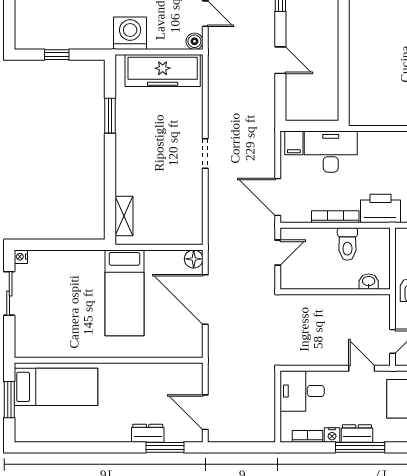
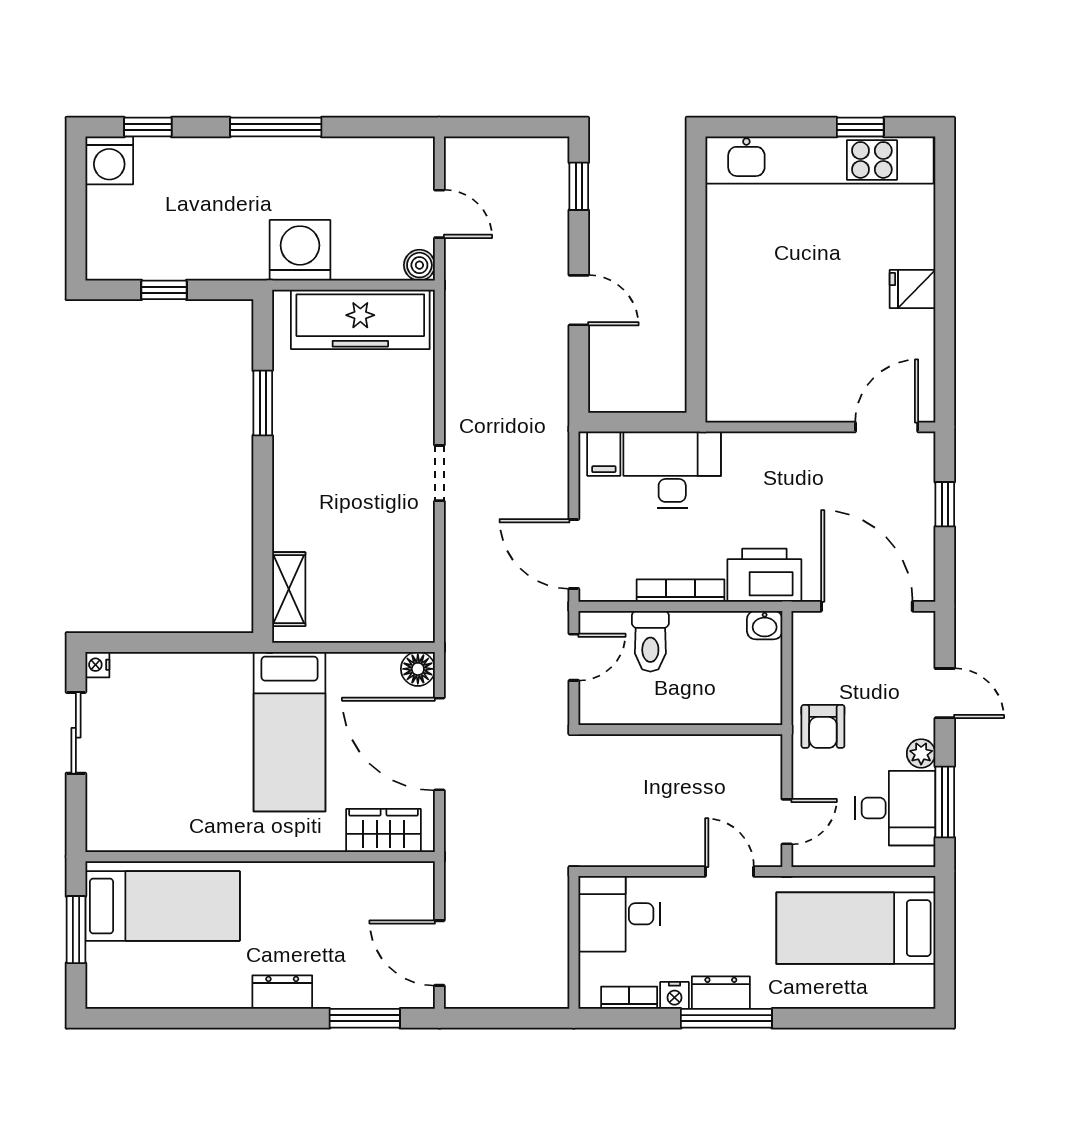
toilet: (347, 244) -> (650, 641), moved
washbasin: (369, 282) -> (765, 625), moved, turned 180
wardrobe: (175, 346) -> (384, 830), added
dresser: (148, 433) -> (282, 992), moved

